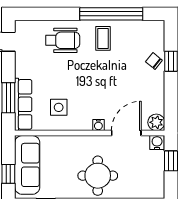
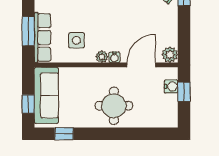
plant: (85, 124) -> (102, 57), added
water cooler: (157, 143) -> (171, 86), moved, turned 90

